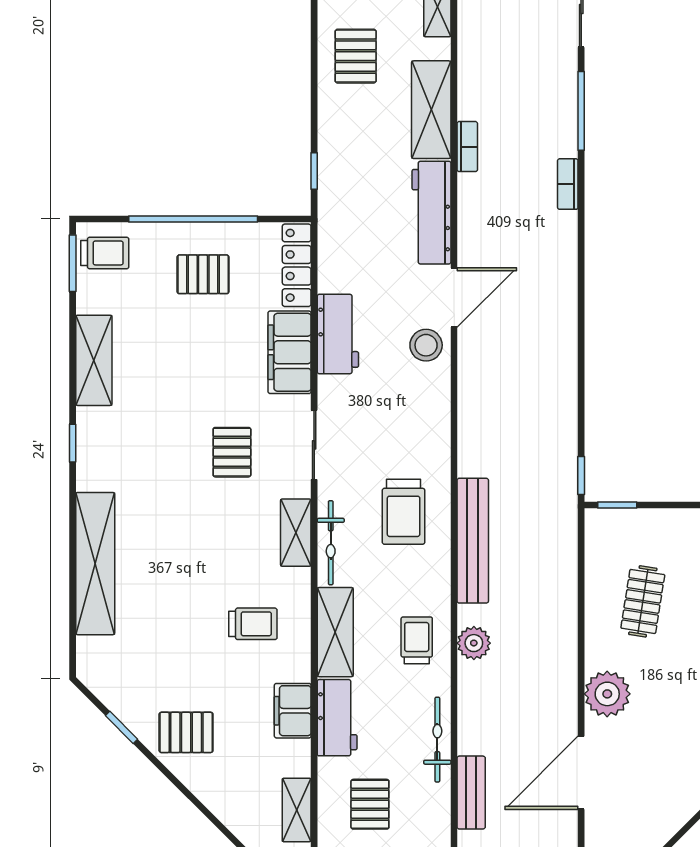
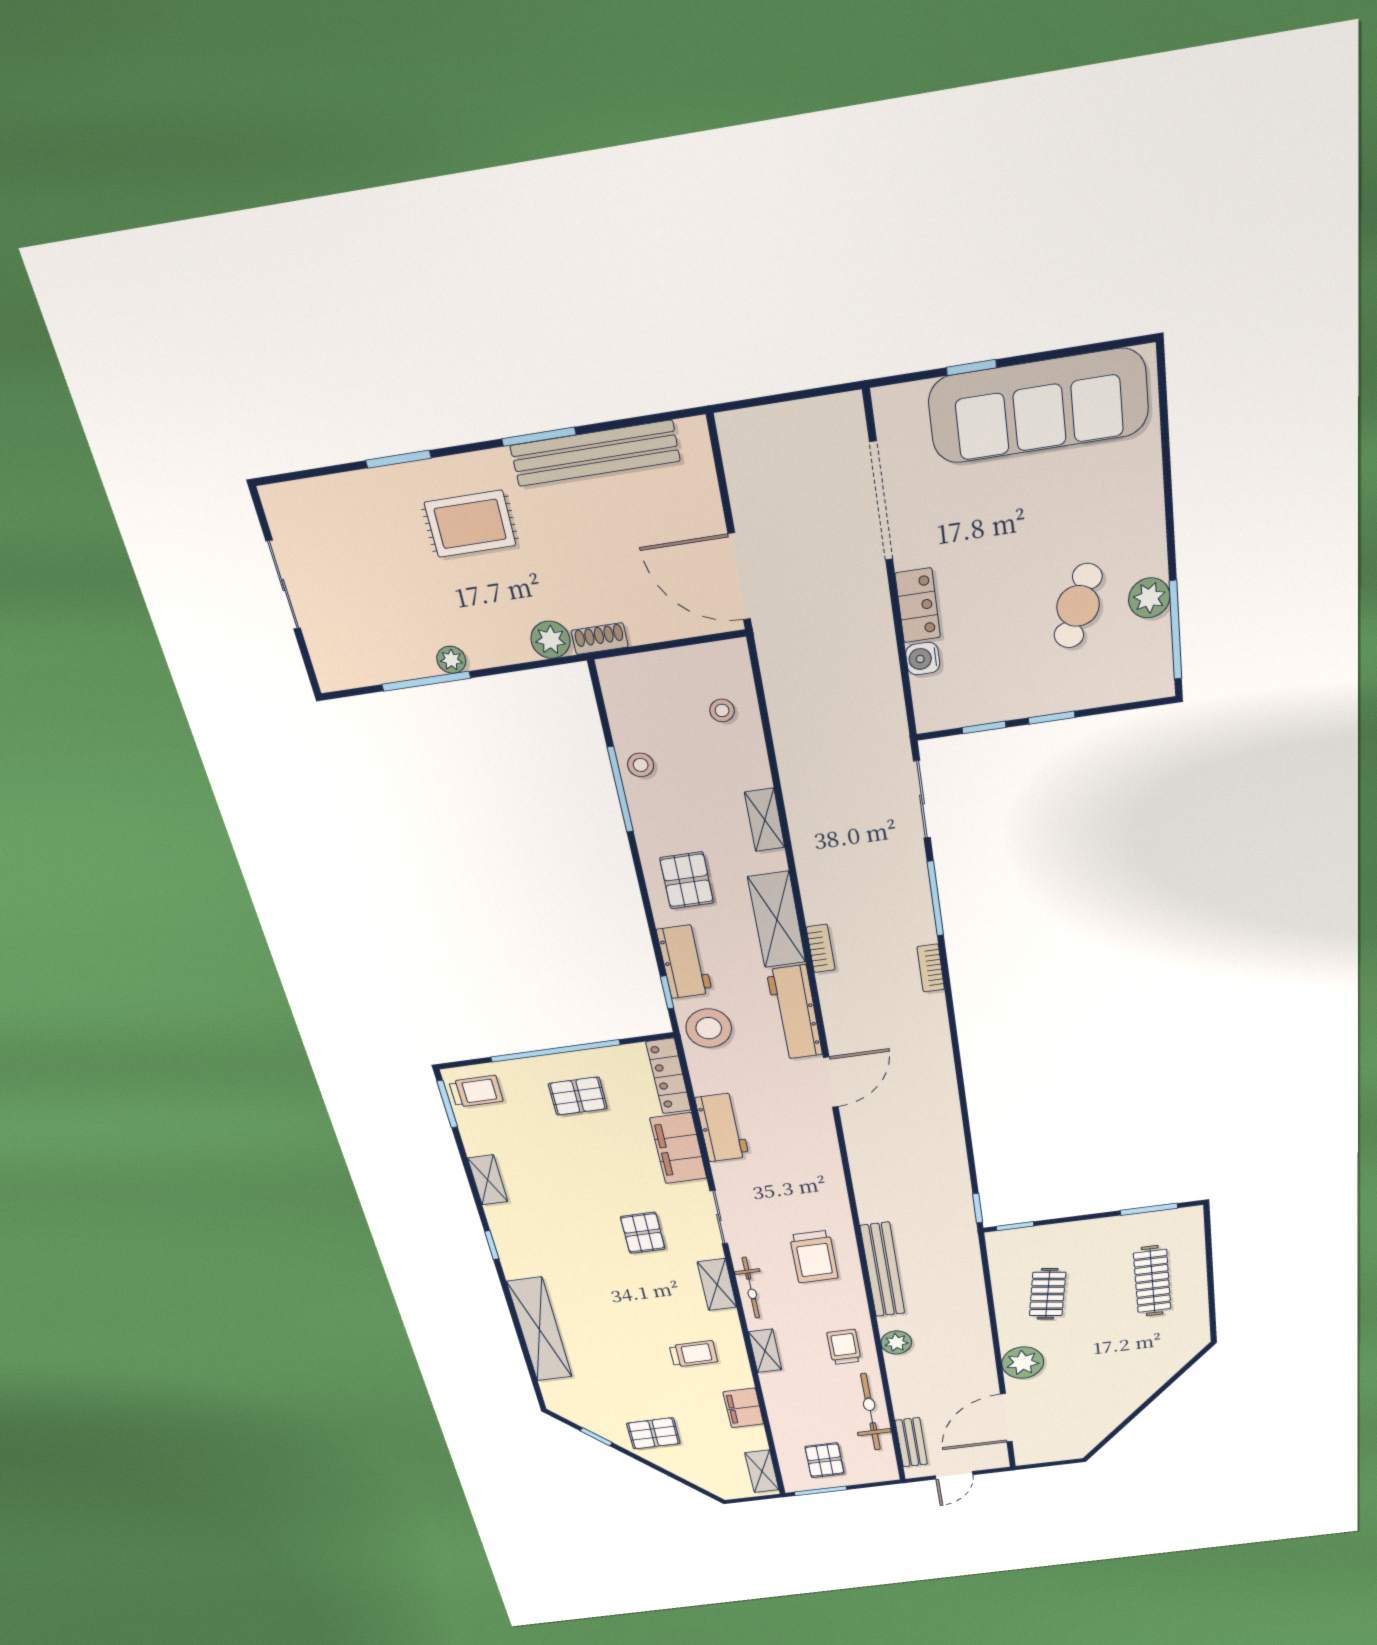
stool: (426, 345) -> (709, 1028), moved, width x1.38, depth x1.38
shelving: (94, 360) -> (488, 1180), width x0.67, depth x0.75
shelving: (335, 632) -> (765, 1351), width x0.67, depth x0.75
workbench: (337, 718) -> (684, 961), moved
bicycle: (437, 740) -> (871, 1412), width x1.37, depth x1.40

